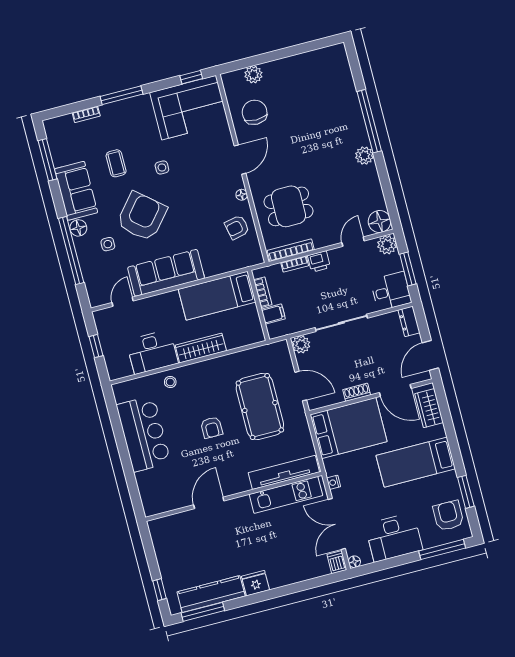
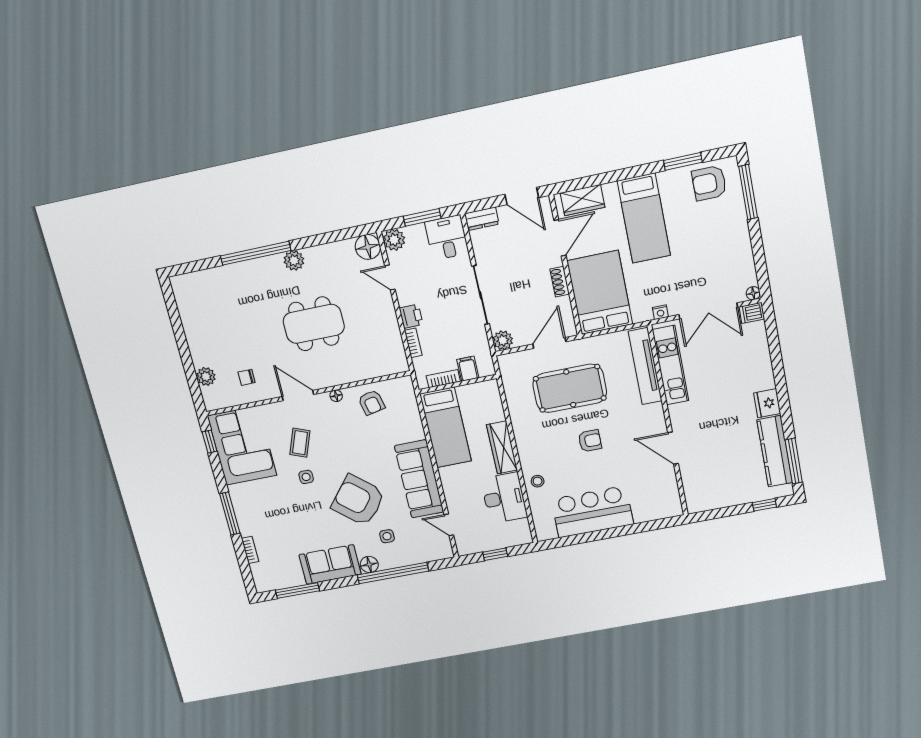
chair: (255, 112) -> (247, 377), width x0.54, depth x0.54
coffee table: (116, 163) -> (300, 443), moved, turned -69
dining table: (288, 206) -> (314, 324), moved, width x1.38
bookcase: (291, 250) -> (398, 346), removed
desk: (394, 537) -> (729, 247), removed

